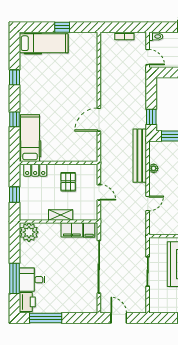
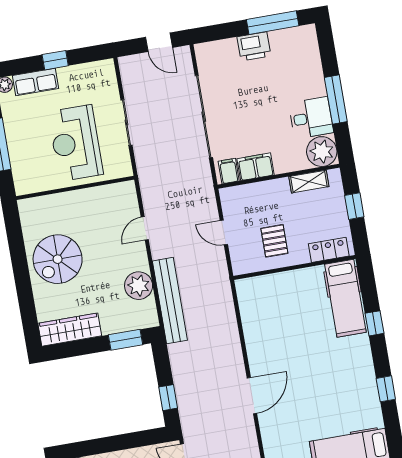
window: (151, 117) -> (168, 398), moved
door: (99, 120) -> (252, 396), moved
plant: (154, 168) -> (139, 286), width x1.88, depth x1.88
shelving: (61, 215) -> (309, 182), moved
window: (15, 278) -> (336, 100), moved
desk: (32, 280) -> (311, 118), moved
printer: (27, 302) -> (254, 46), moved, turned -90

